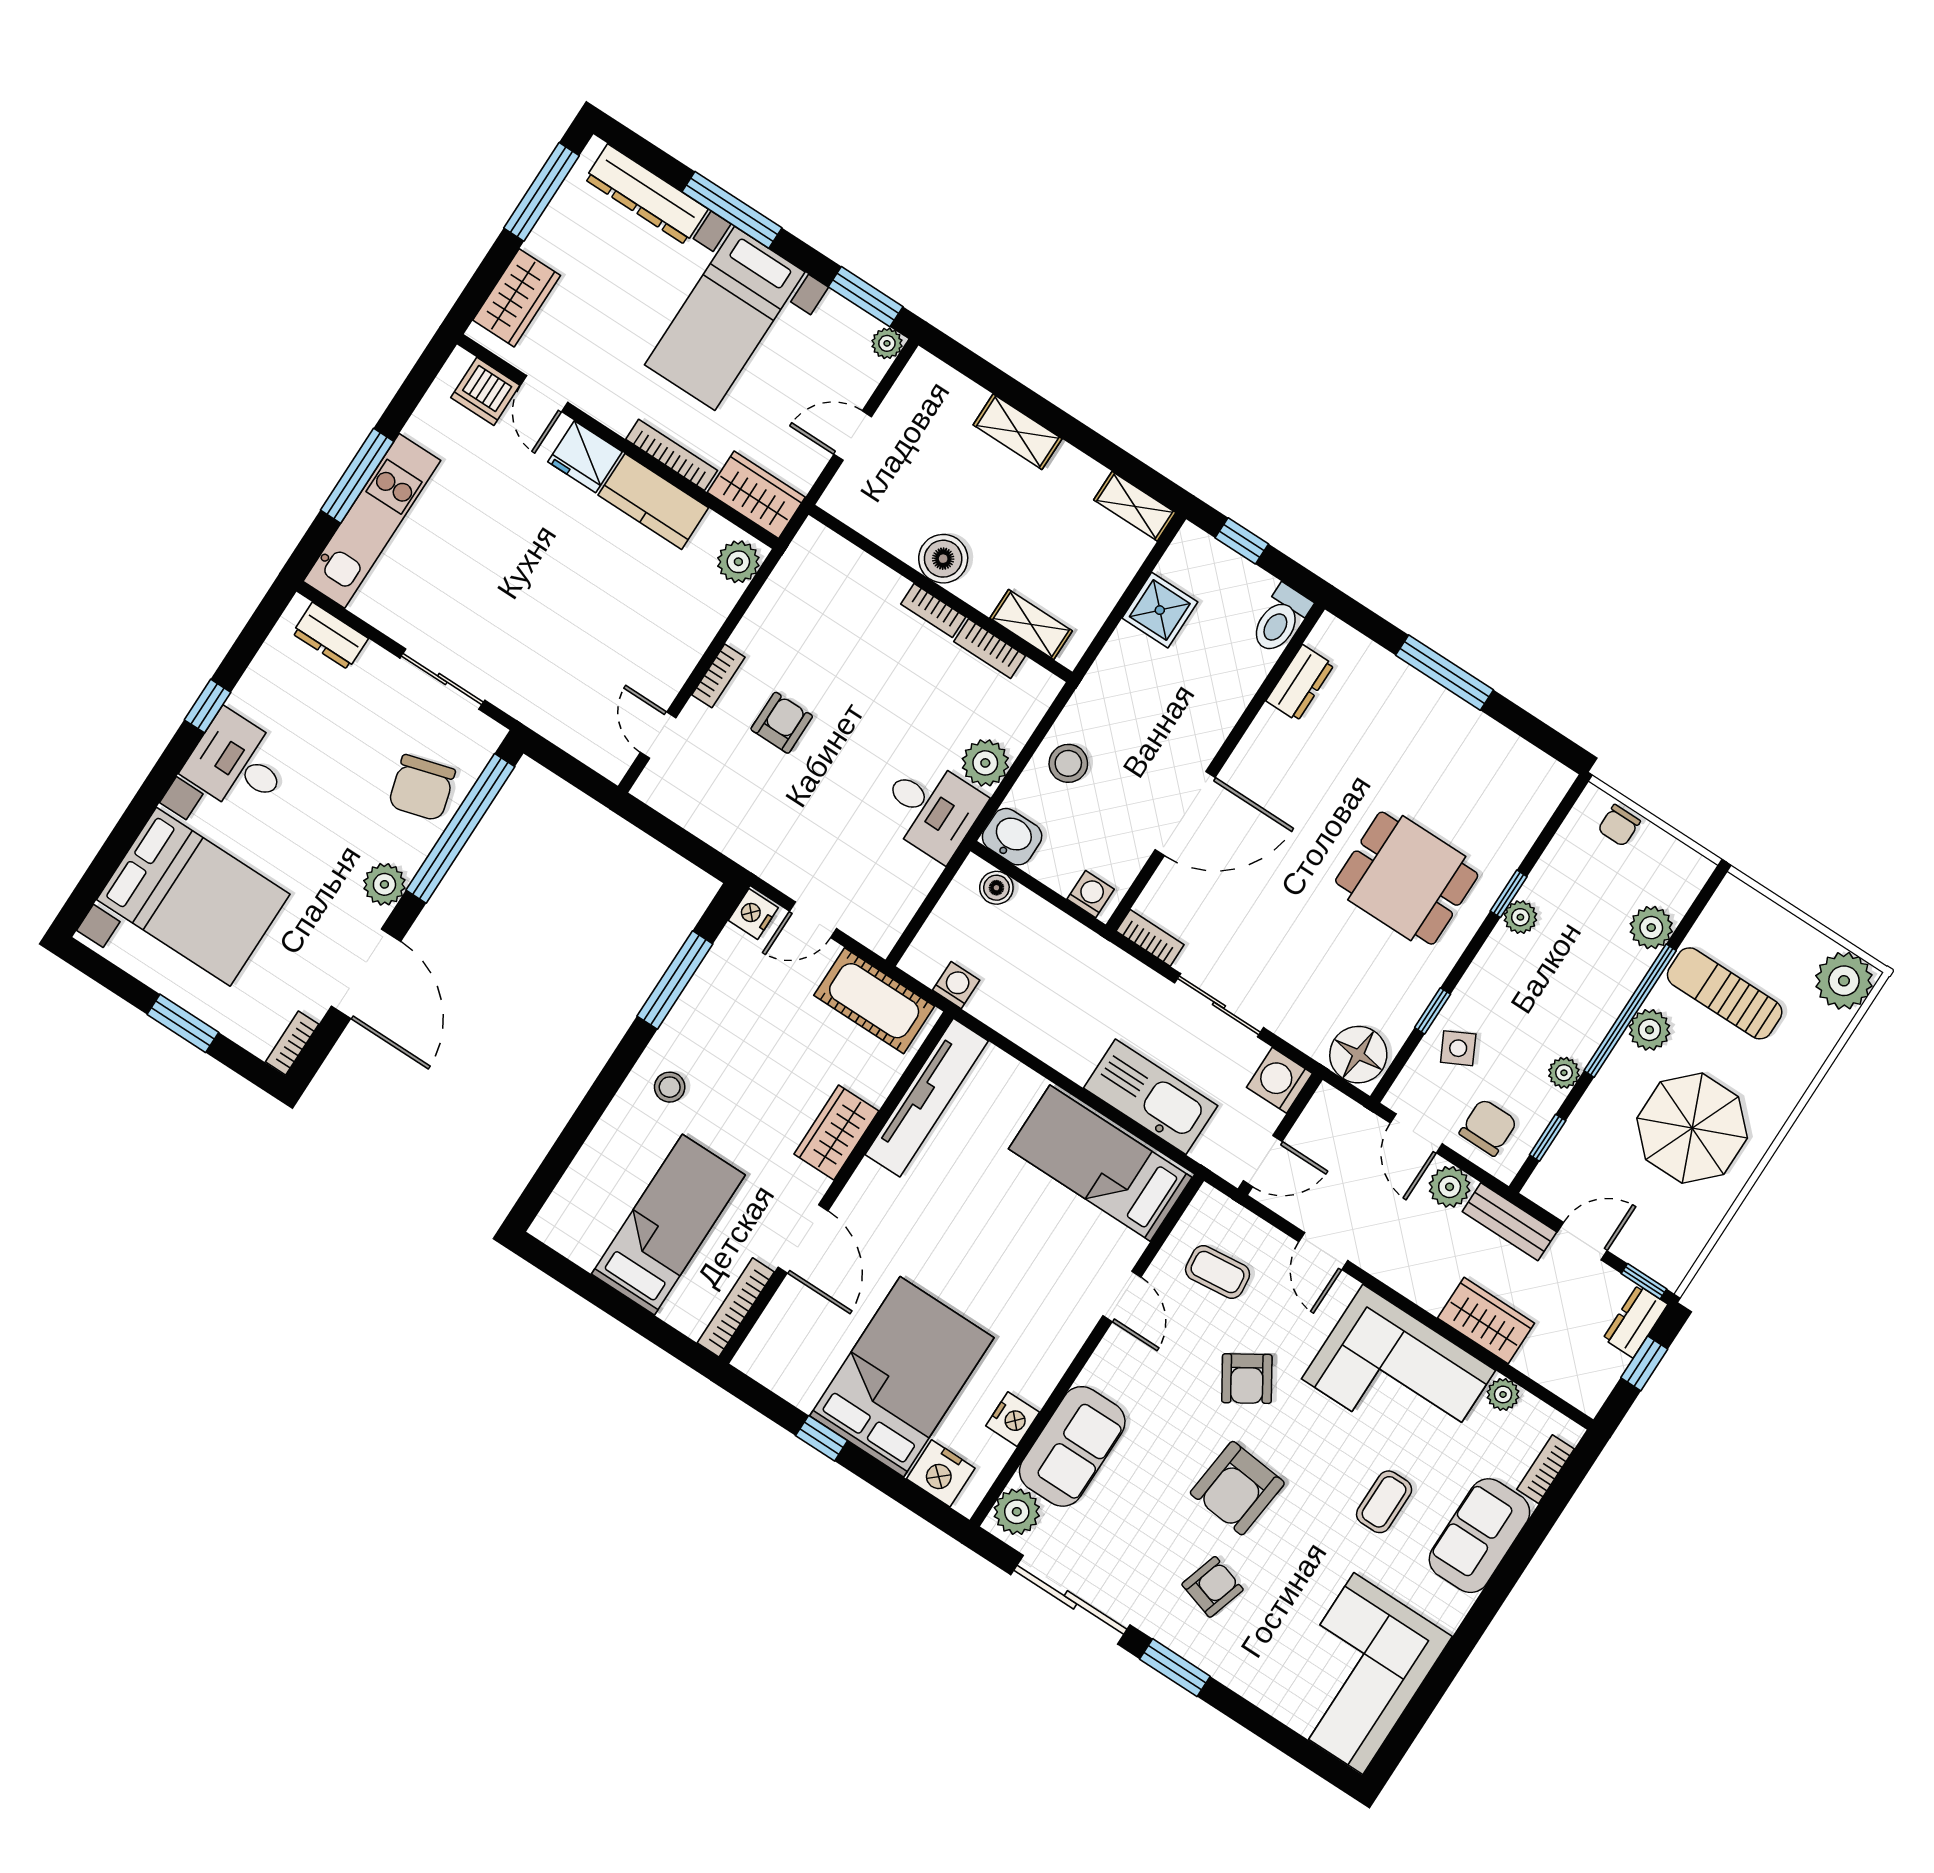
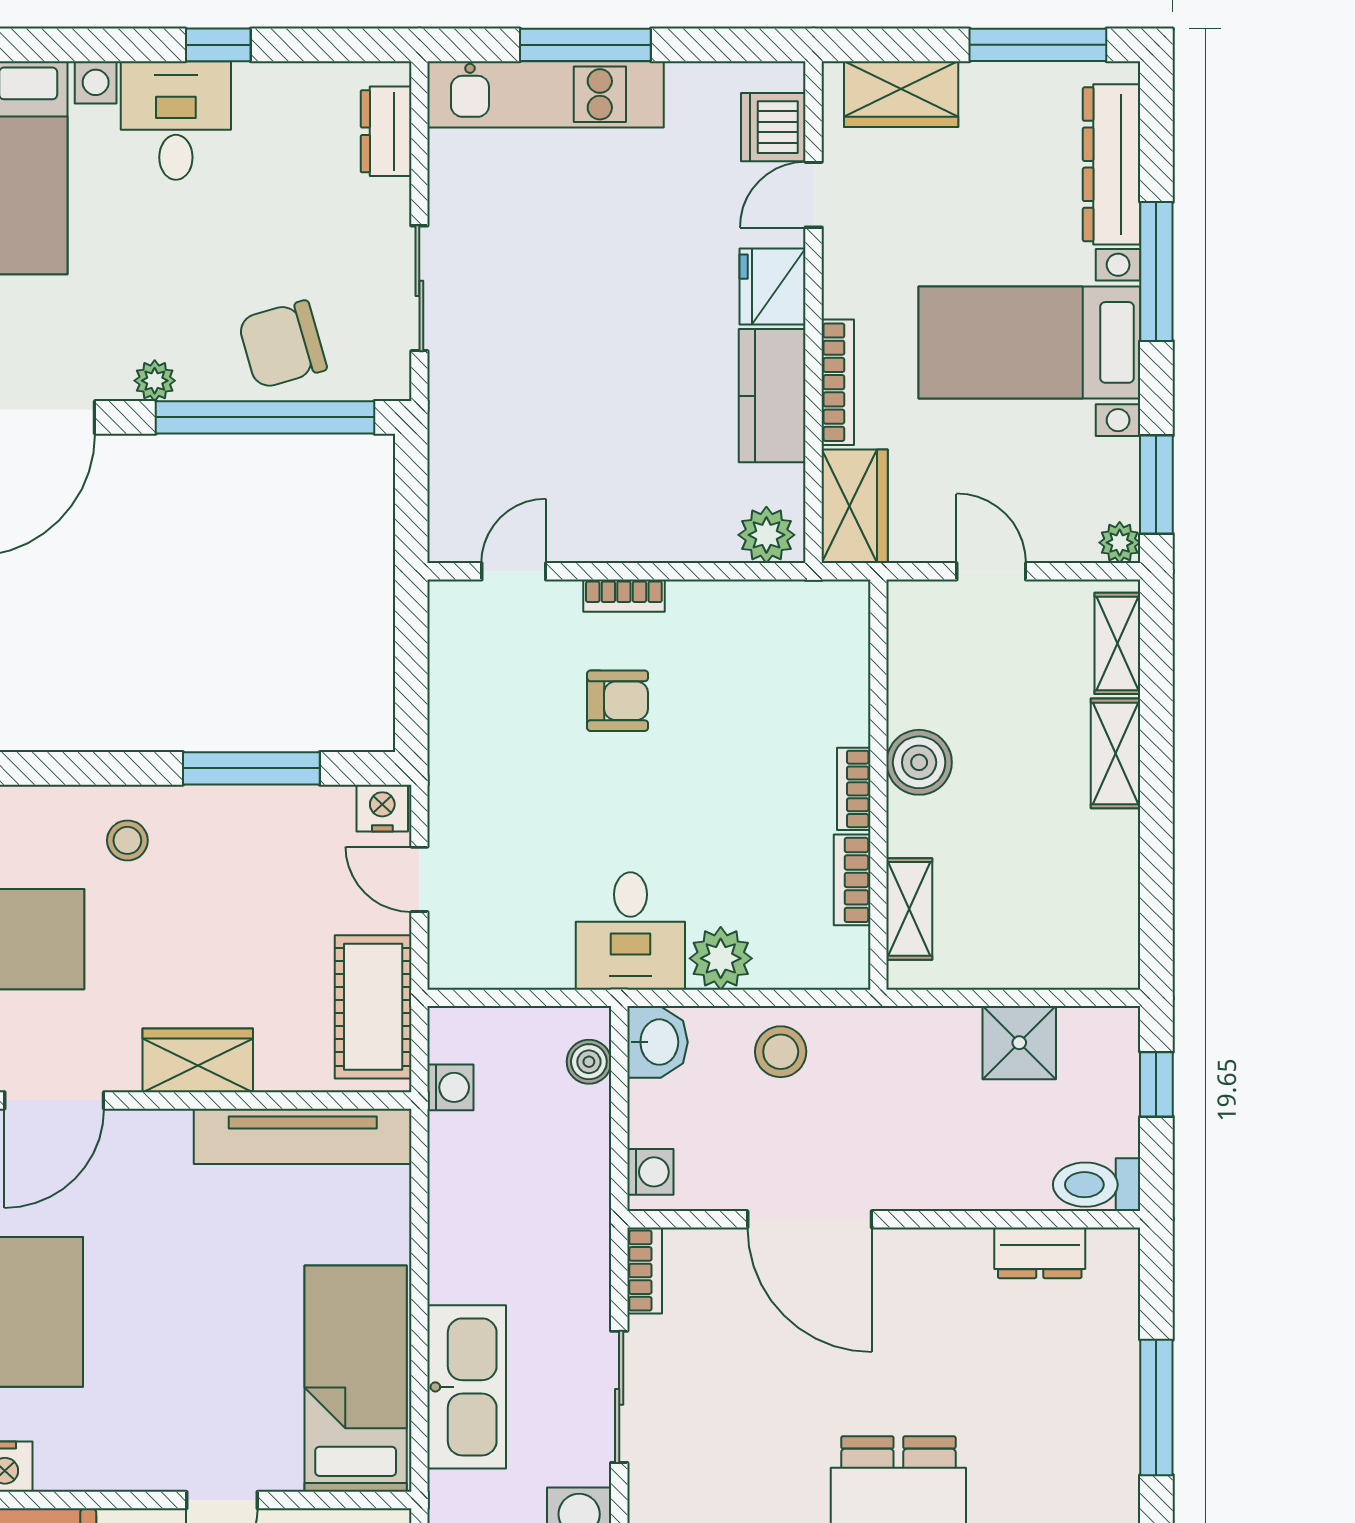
shelving: (1135, 506) -> (1117, 643), moved
plant: (384, 884) -> (155, 381), width x0.73, depth x0.73

